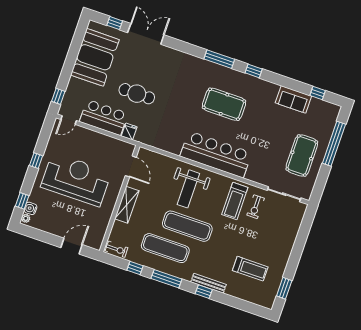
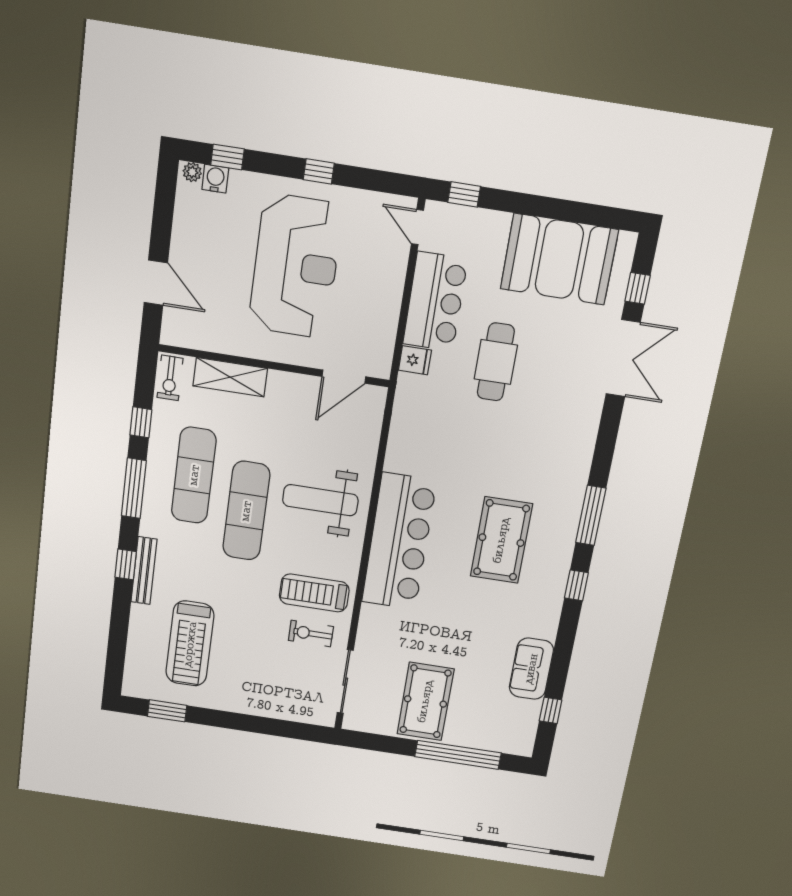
pool table: (302, 156) -> (425, 701), turned 90
shelving: (127, 205) -> (230, 377), moved
treadmill: (250, 269) -> (190, 644), width x1.37, depth x1.38

